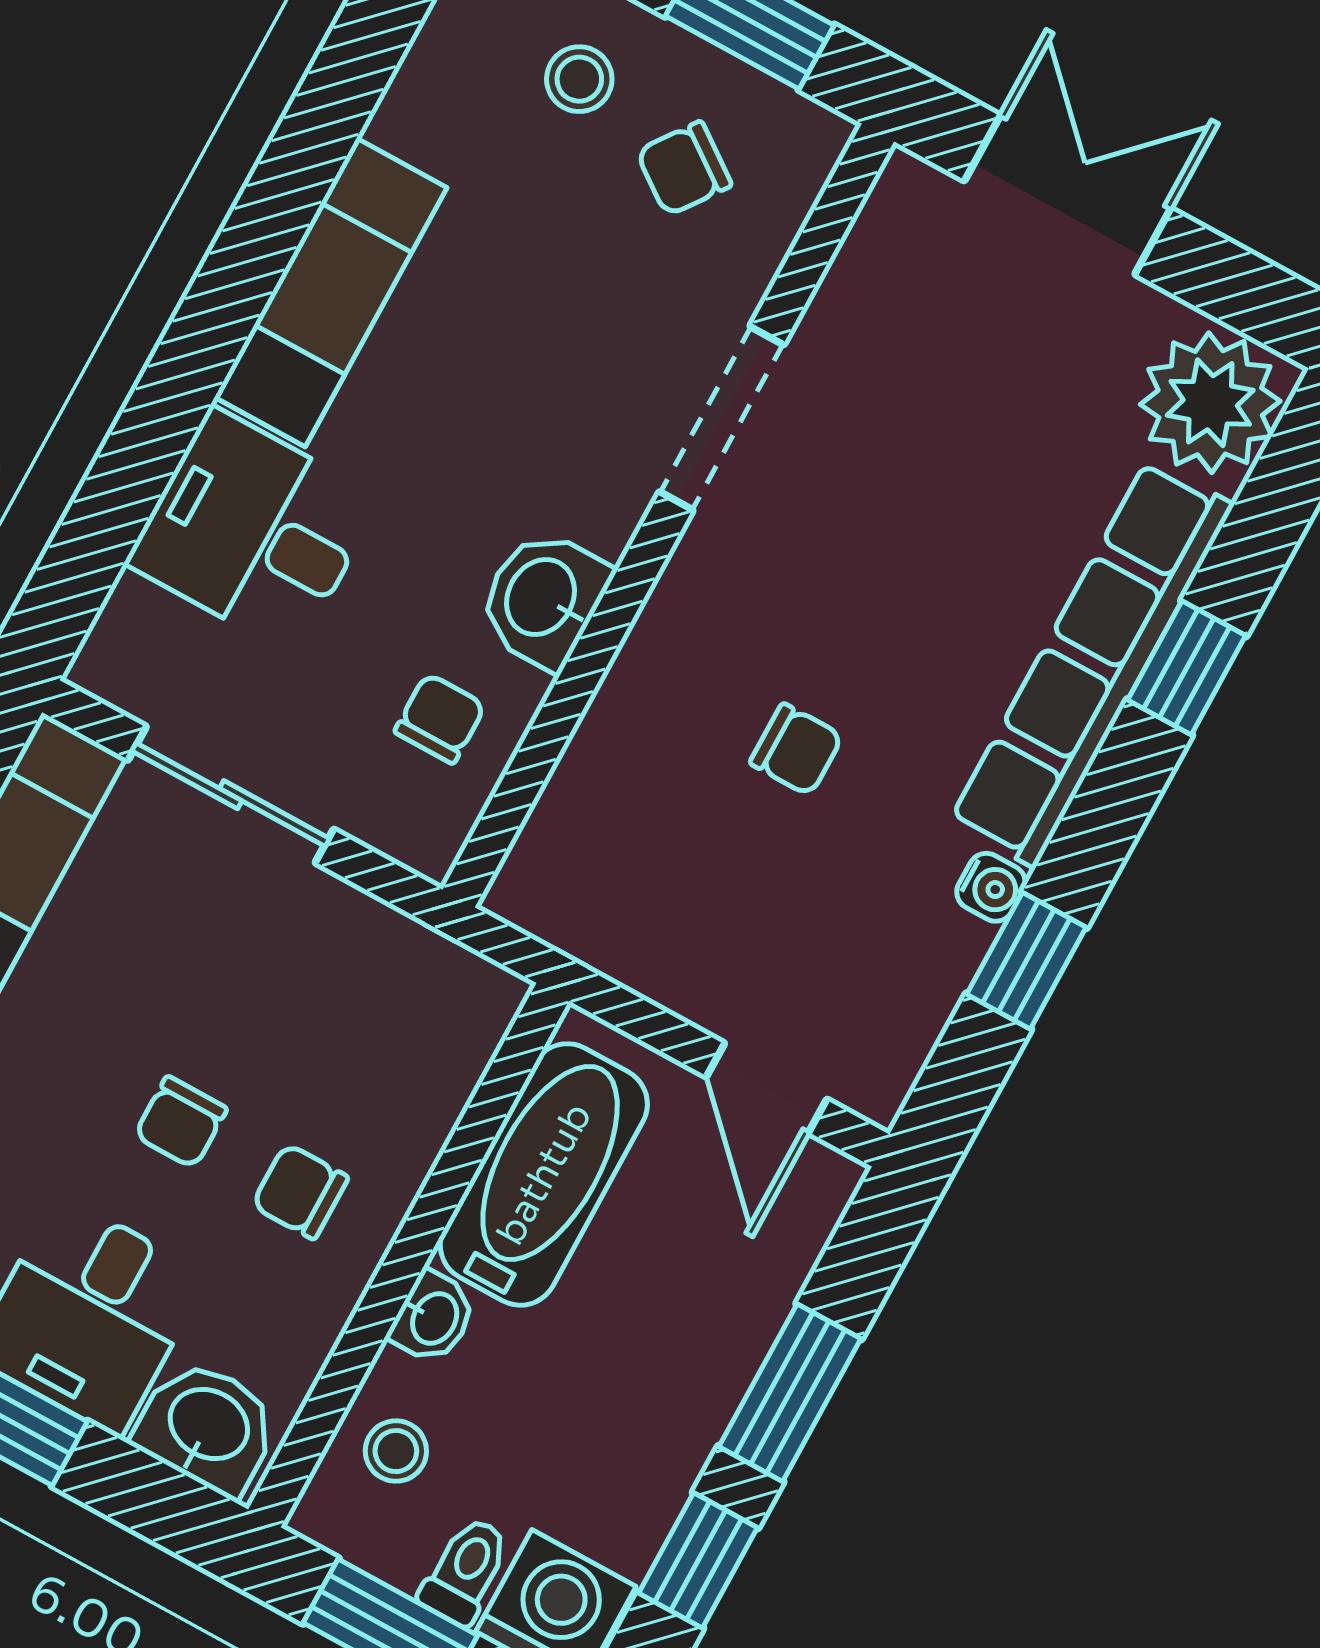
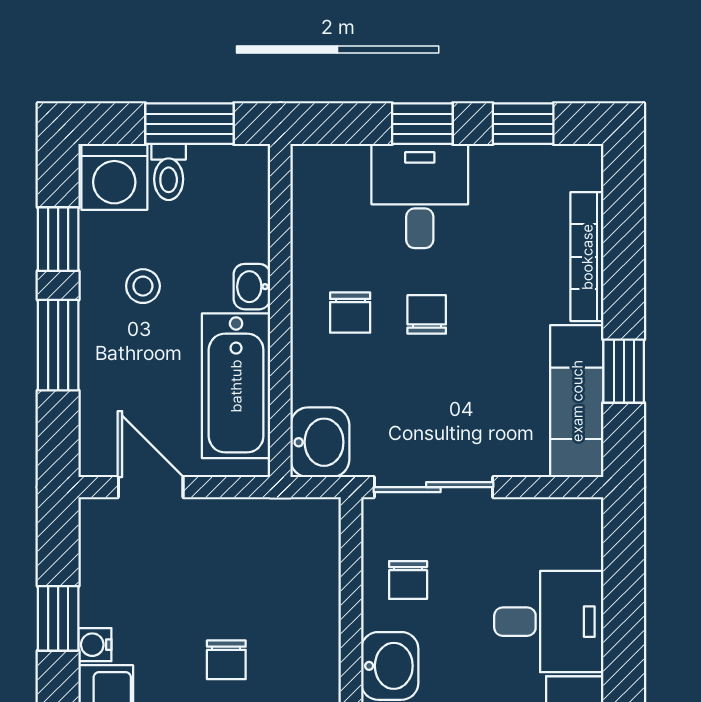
chair: (796, 750) -> (226, 660), turned -90
sliding door: (231, 795) -> (433, 487), moved
chair: (300, 1191) -> (350, 313), turned 90
washbasin: (207, 1427) -> (320, 442), moved, turned -90
stool: (396, 1451) -> (143, 286), moved

